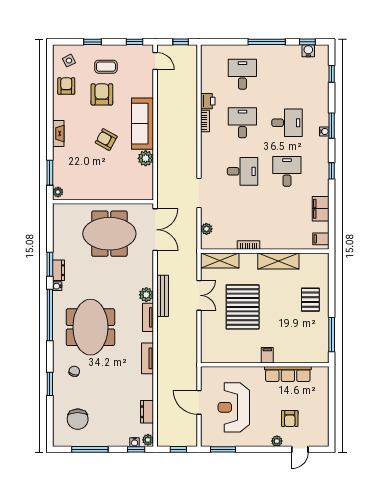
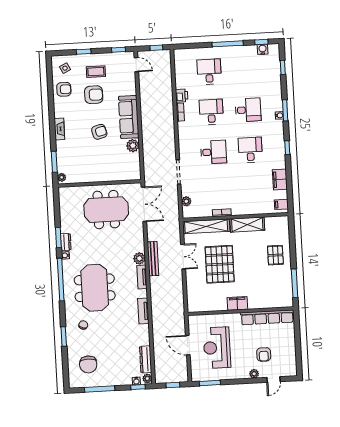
armchair: (66, 86) -> (64, 89), turned 90
armchair: (102, 94) -> (94, 95), turned 90
armchair: (106, 140) -> (99, 132), turned 136
shelving: (220, 260) -> (206, 226), width x1.47
filing cabinet: (267, 355) -> (237, 303), width x2.00
row of seats: (288, 374) -> (267, 317), width x1.36
dresser: (147, 412) -> (146, 359), width x1.44

